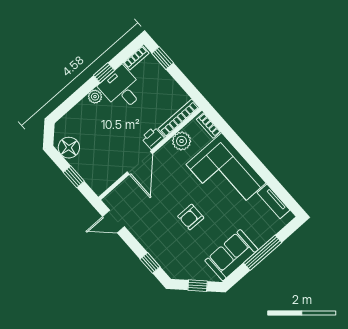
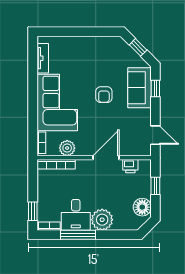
window: (104, 73) -> (78, 235), width x2.17
plant: (95, 97) -> (102, 220), width x1.88, depth x1.88
printer: (153, 138) -> (130, 166), moved
armchair: (191, 217) -> (104, 95), turned 90
window: (263, 253) -> (78, 32), removed
sofa: (231, 255) -> (139, 88), moved, turned 90

